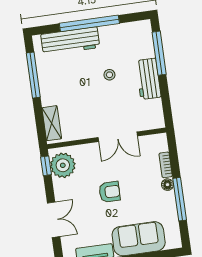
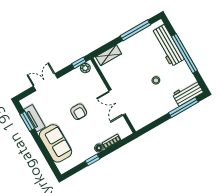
workbench: (148, 79) -> (188, 93), moved
plant: (63, 165) -> (85, 68), width x0.53, depth x0.53
window: (180, 199) -> (93, 160), width x0.46
double door: (54, 220) -> (45, 82), swing flipped

